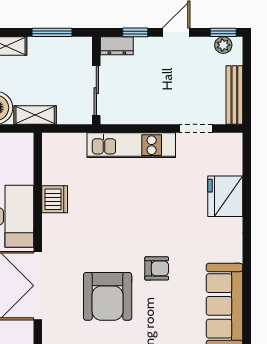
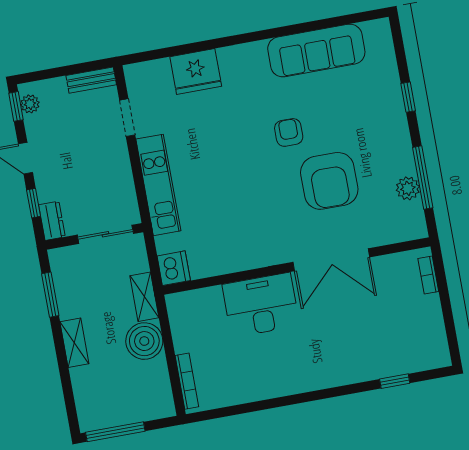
bench: (234, 95) -> (91, 80), width x0.73
dishwasher: (55, 199) -> (174, 268), moved, turned 90
armchair: (108, 296) -> (329, 181), turned 90

